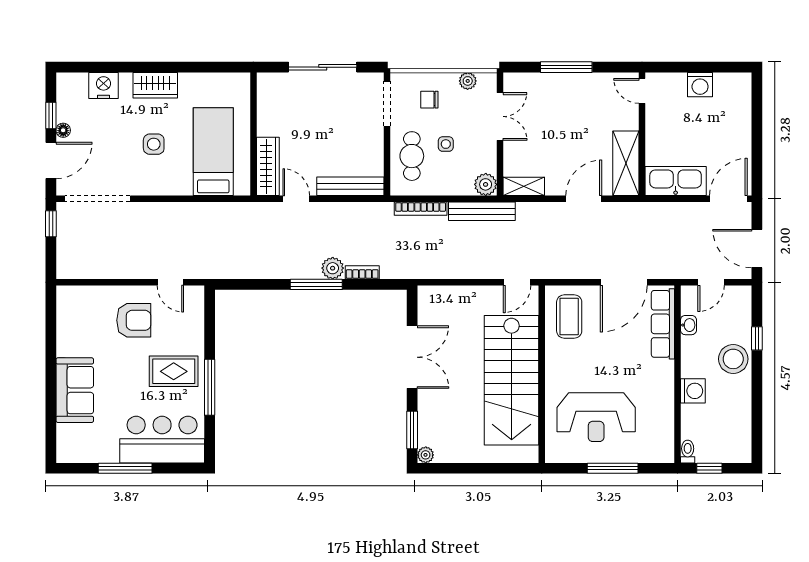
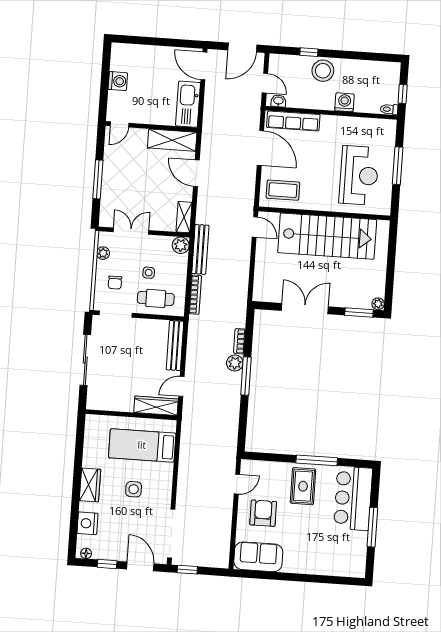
floor lamp: (63, 130) -> (86, 553), moved
washbasin: (688, 325) -> (278, 101), moved
sofa: (75, 390) -> (258, 557), moved

